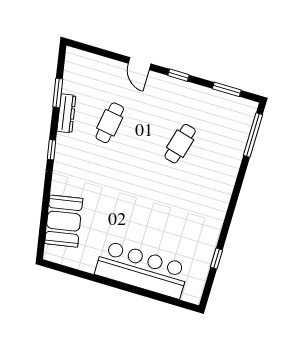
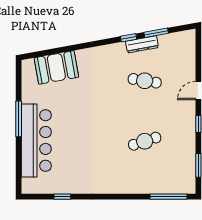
cafe table: (180, 144) -> (145, 141), turned -33
window: (52, 150) -> (129, 38), moved
window: (111, 283) -> (19, 119), added

